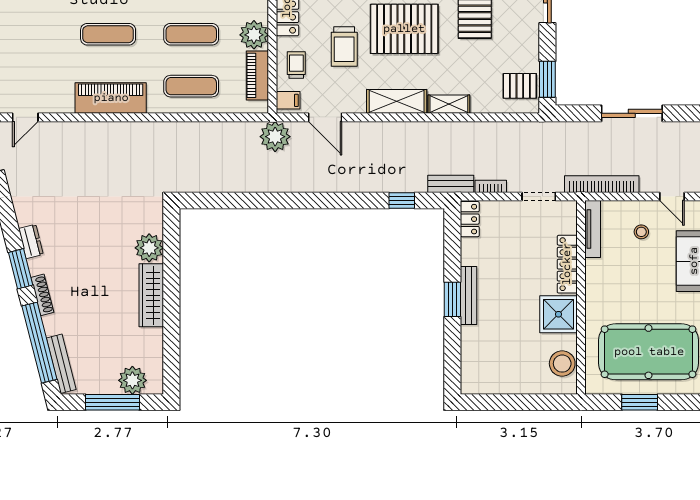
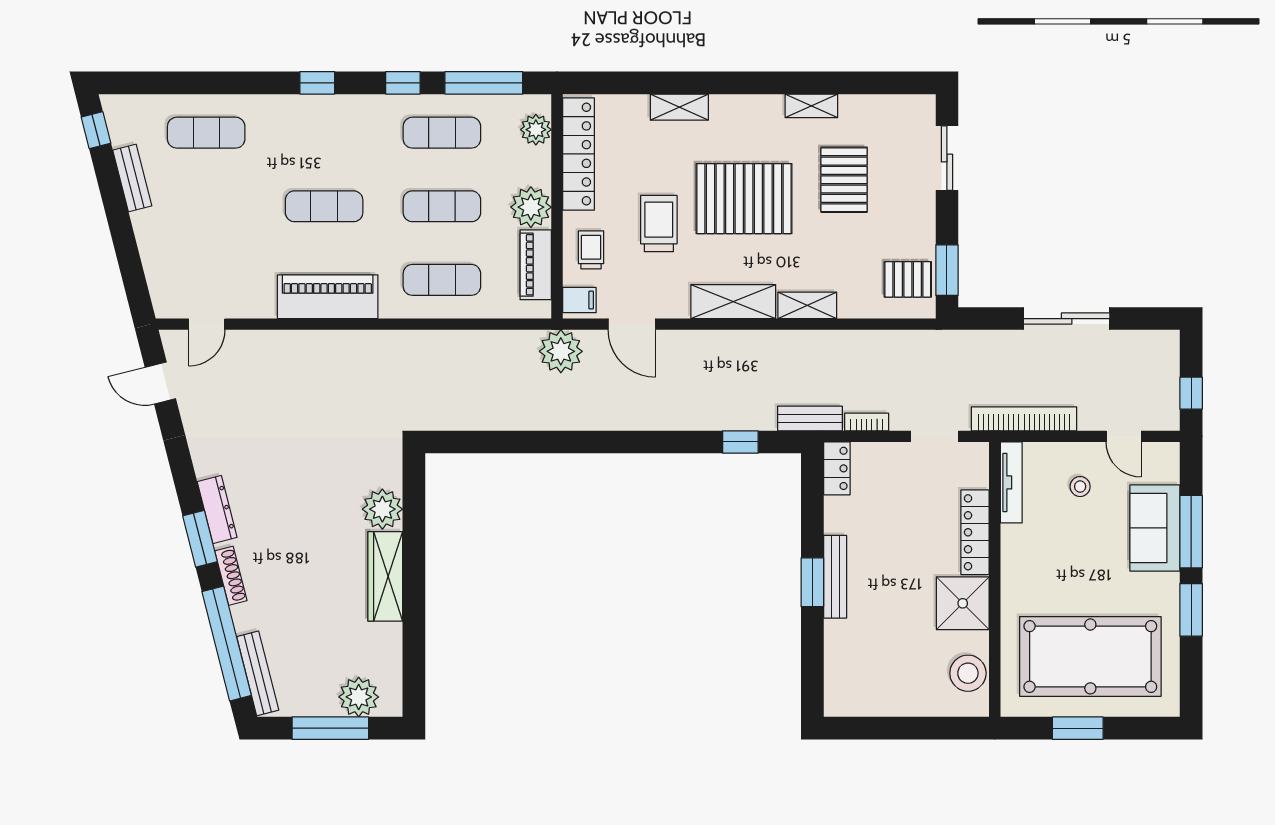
trolley: (344, 46) -> (659, 224), turned 180
dresser: (31, 241) -> (217, 510), width x1.44

